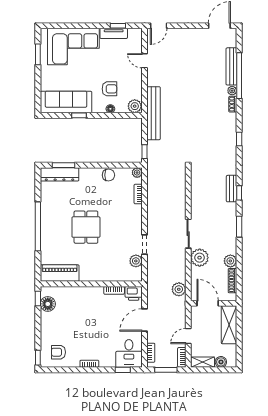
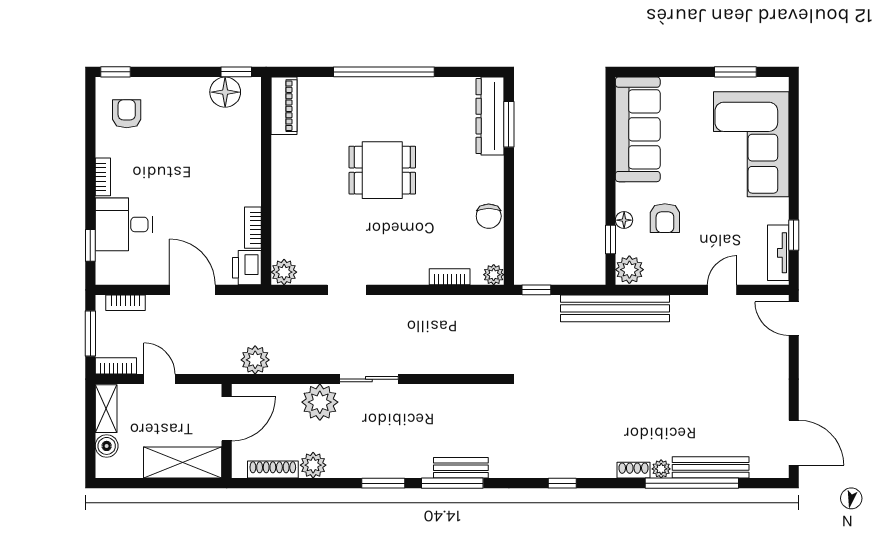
tv unit: (114, 33) -> (778, 253), moved
window: (79, 115) -> (610, 240), moved
window: (239, 193) -> (452, 483), width x2.17
plant: (136, 261) -> (284, 272), moved
piano: (60, 273) -> (284, 106), width x0.73, depth x0.75
desk: (129, 353) -> (124, 224), moved

